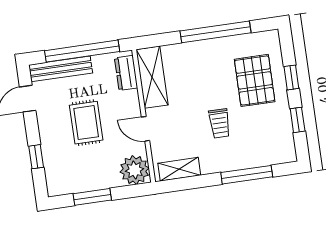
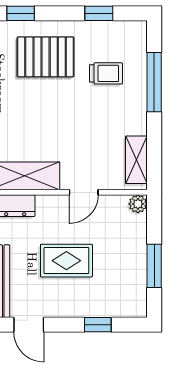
window: (291, 77) -> (21, 13), moved
trolley: (220, 123) -> (106, 73), moved
plant: (135, 170) -> (138, 204), width x0.53, depth x0.53

